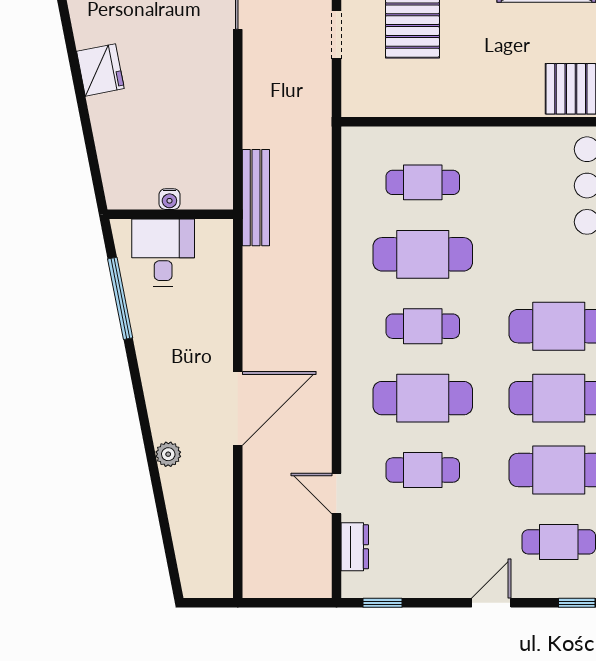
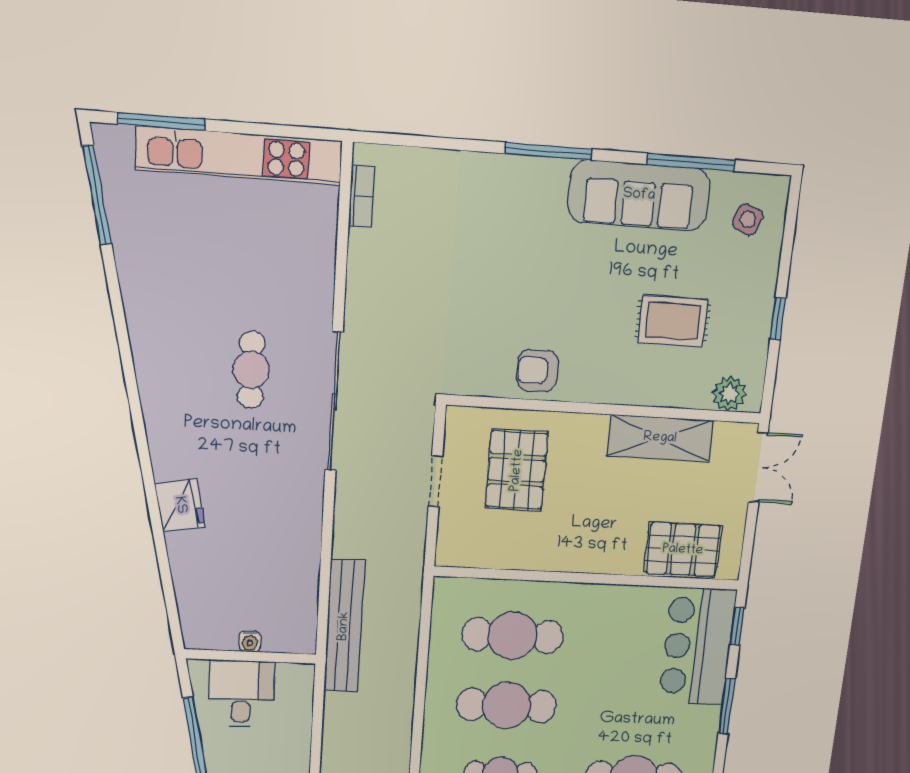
cafe table: (423, 182) -> (513, 636), width x1.37, depth x1.35
bench: (256, 198) -> (344, 626), width x1.37, depth x1.21

